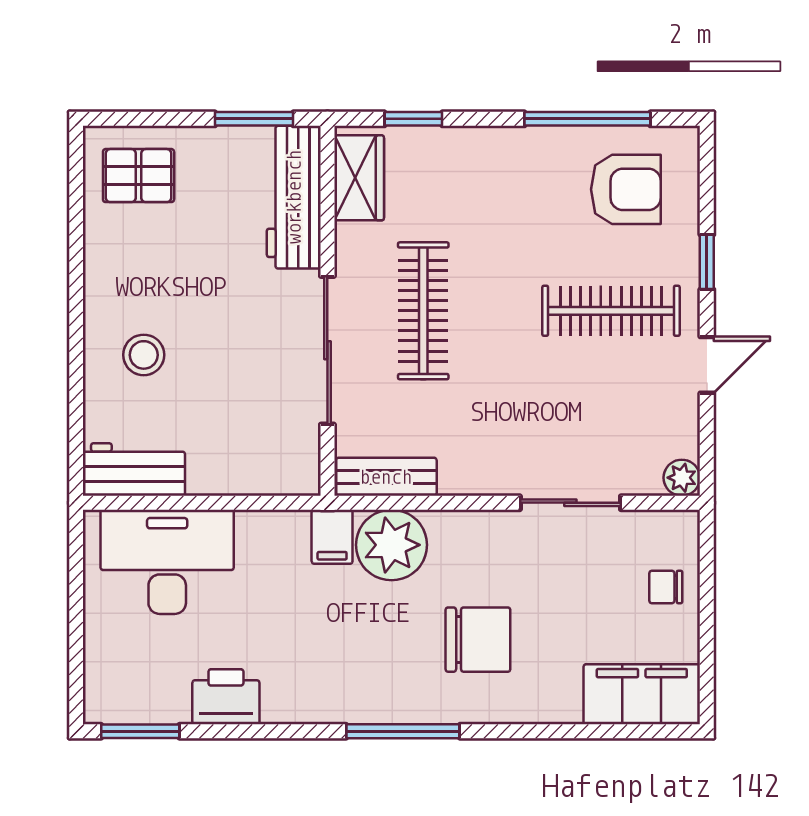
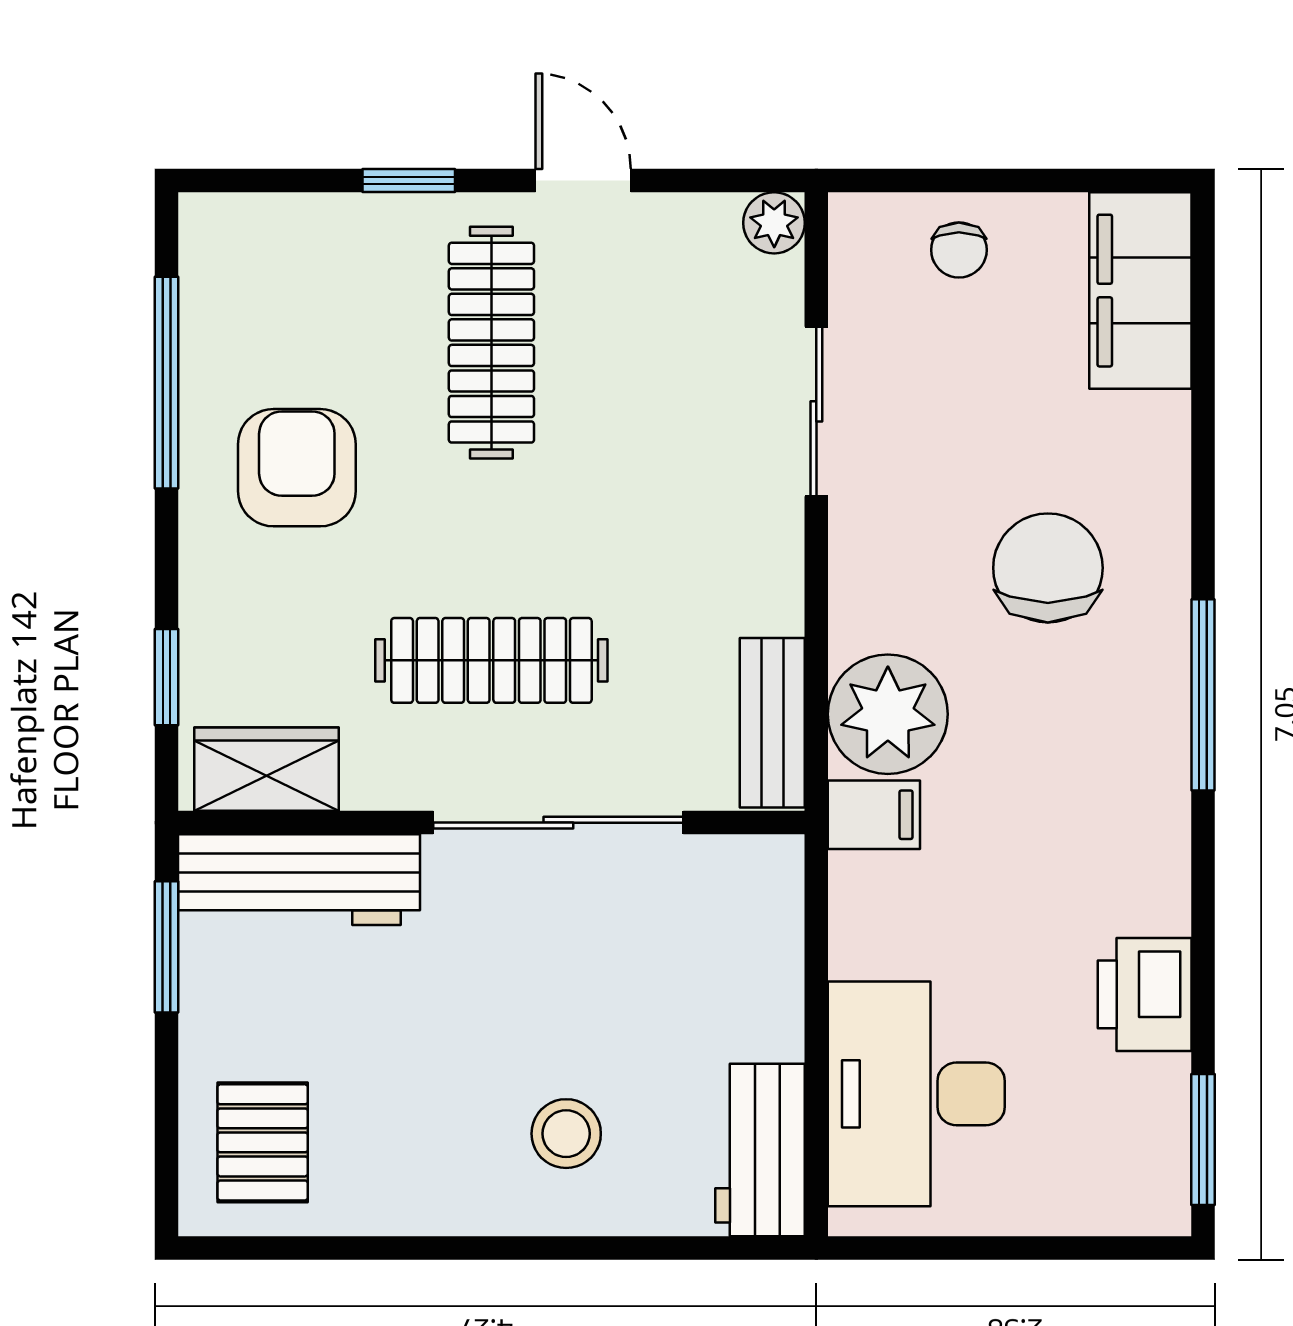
armchair: (626, 189) -> (297, 468), moved

